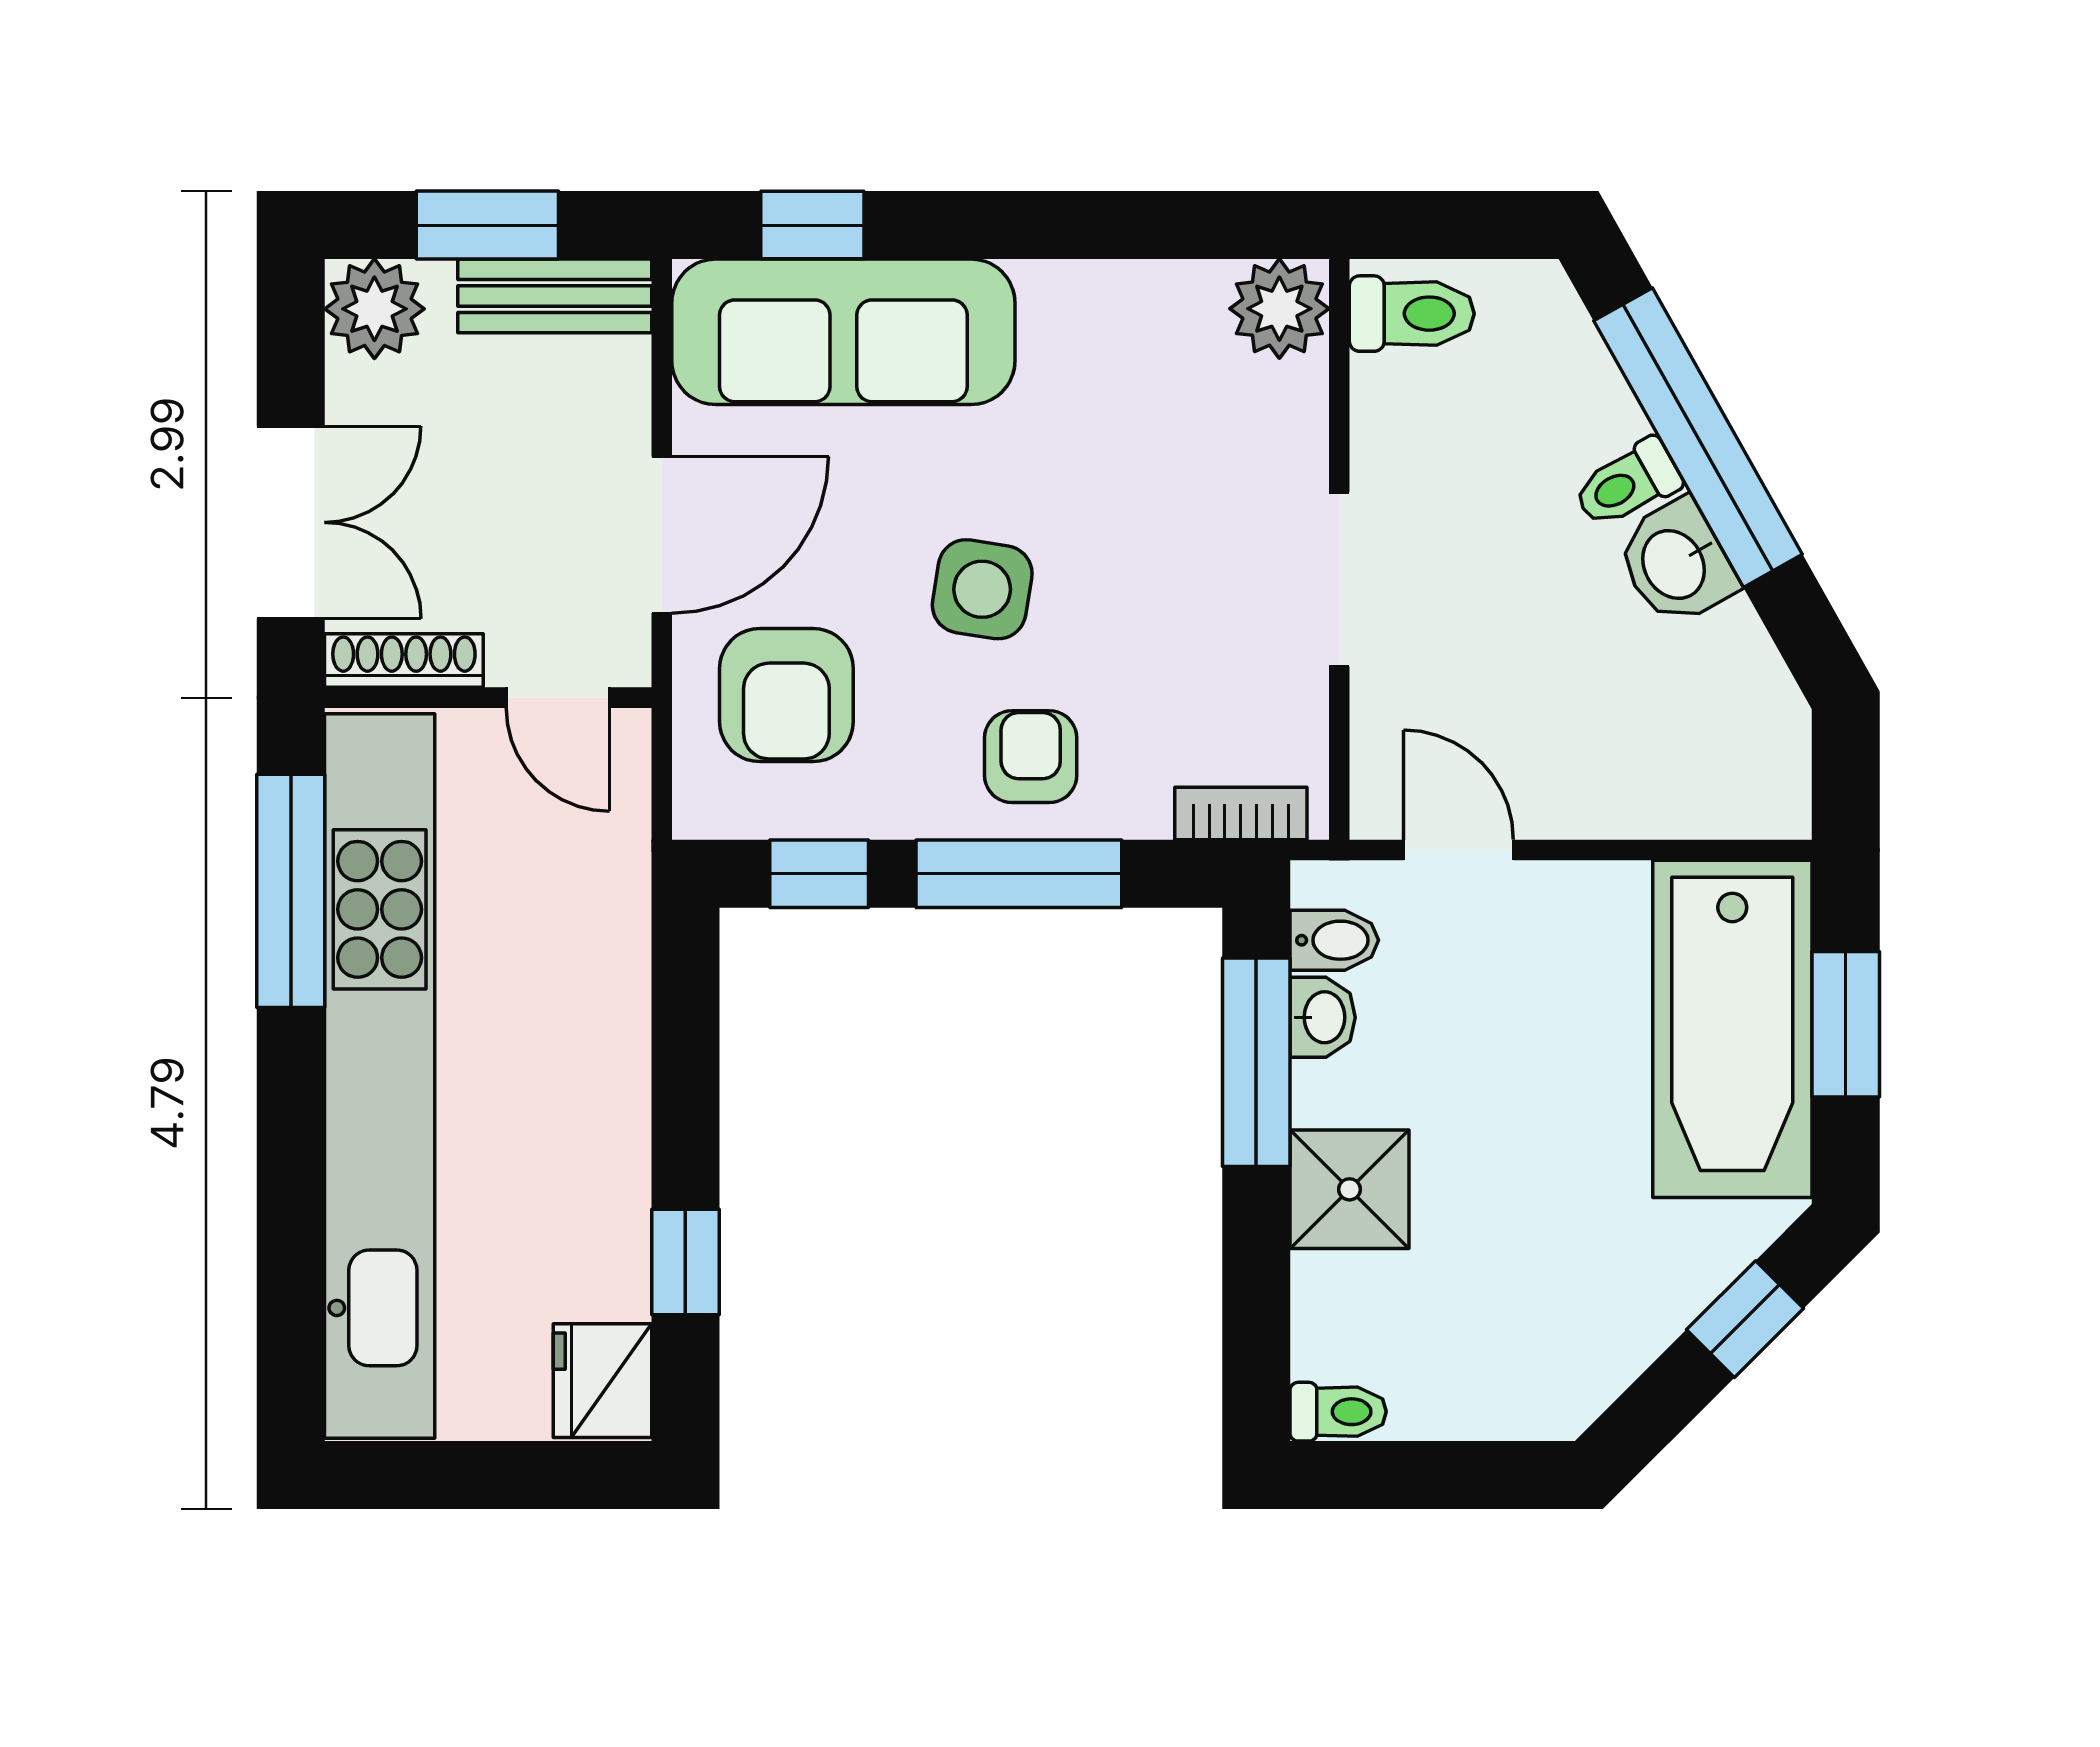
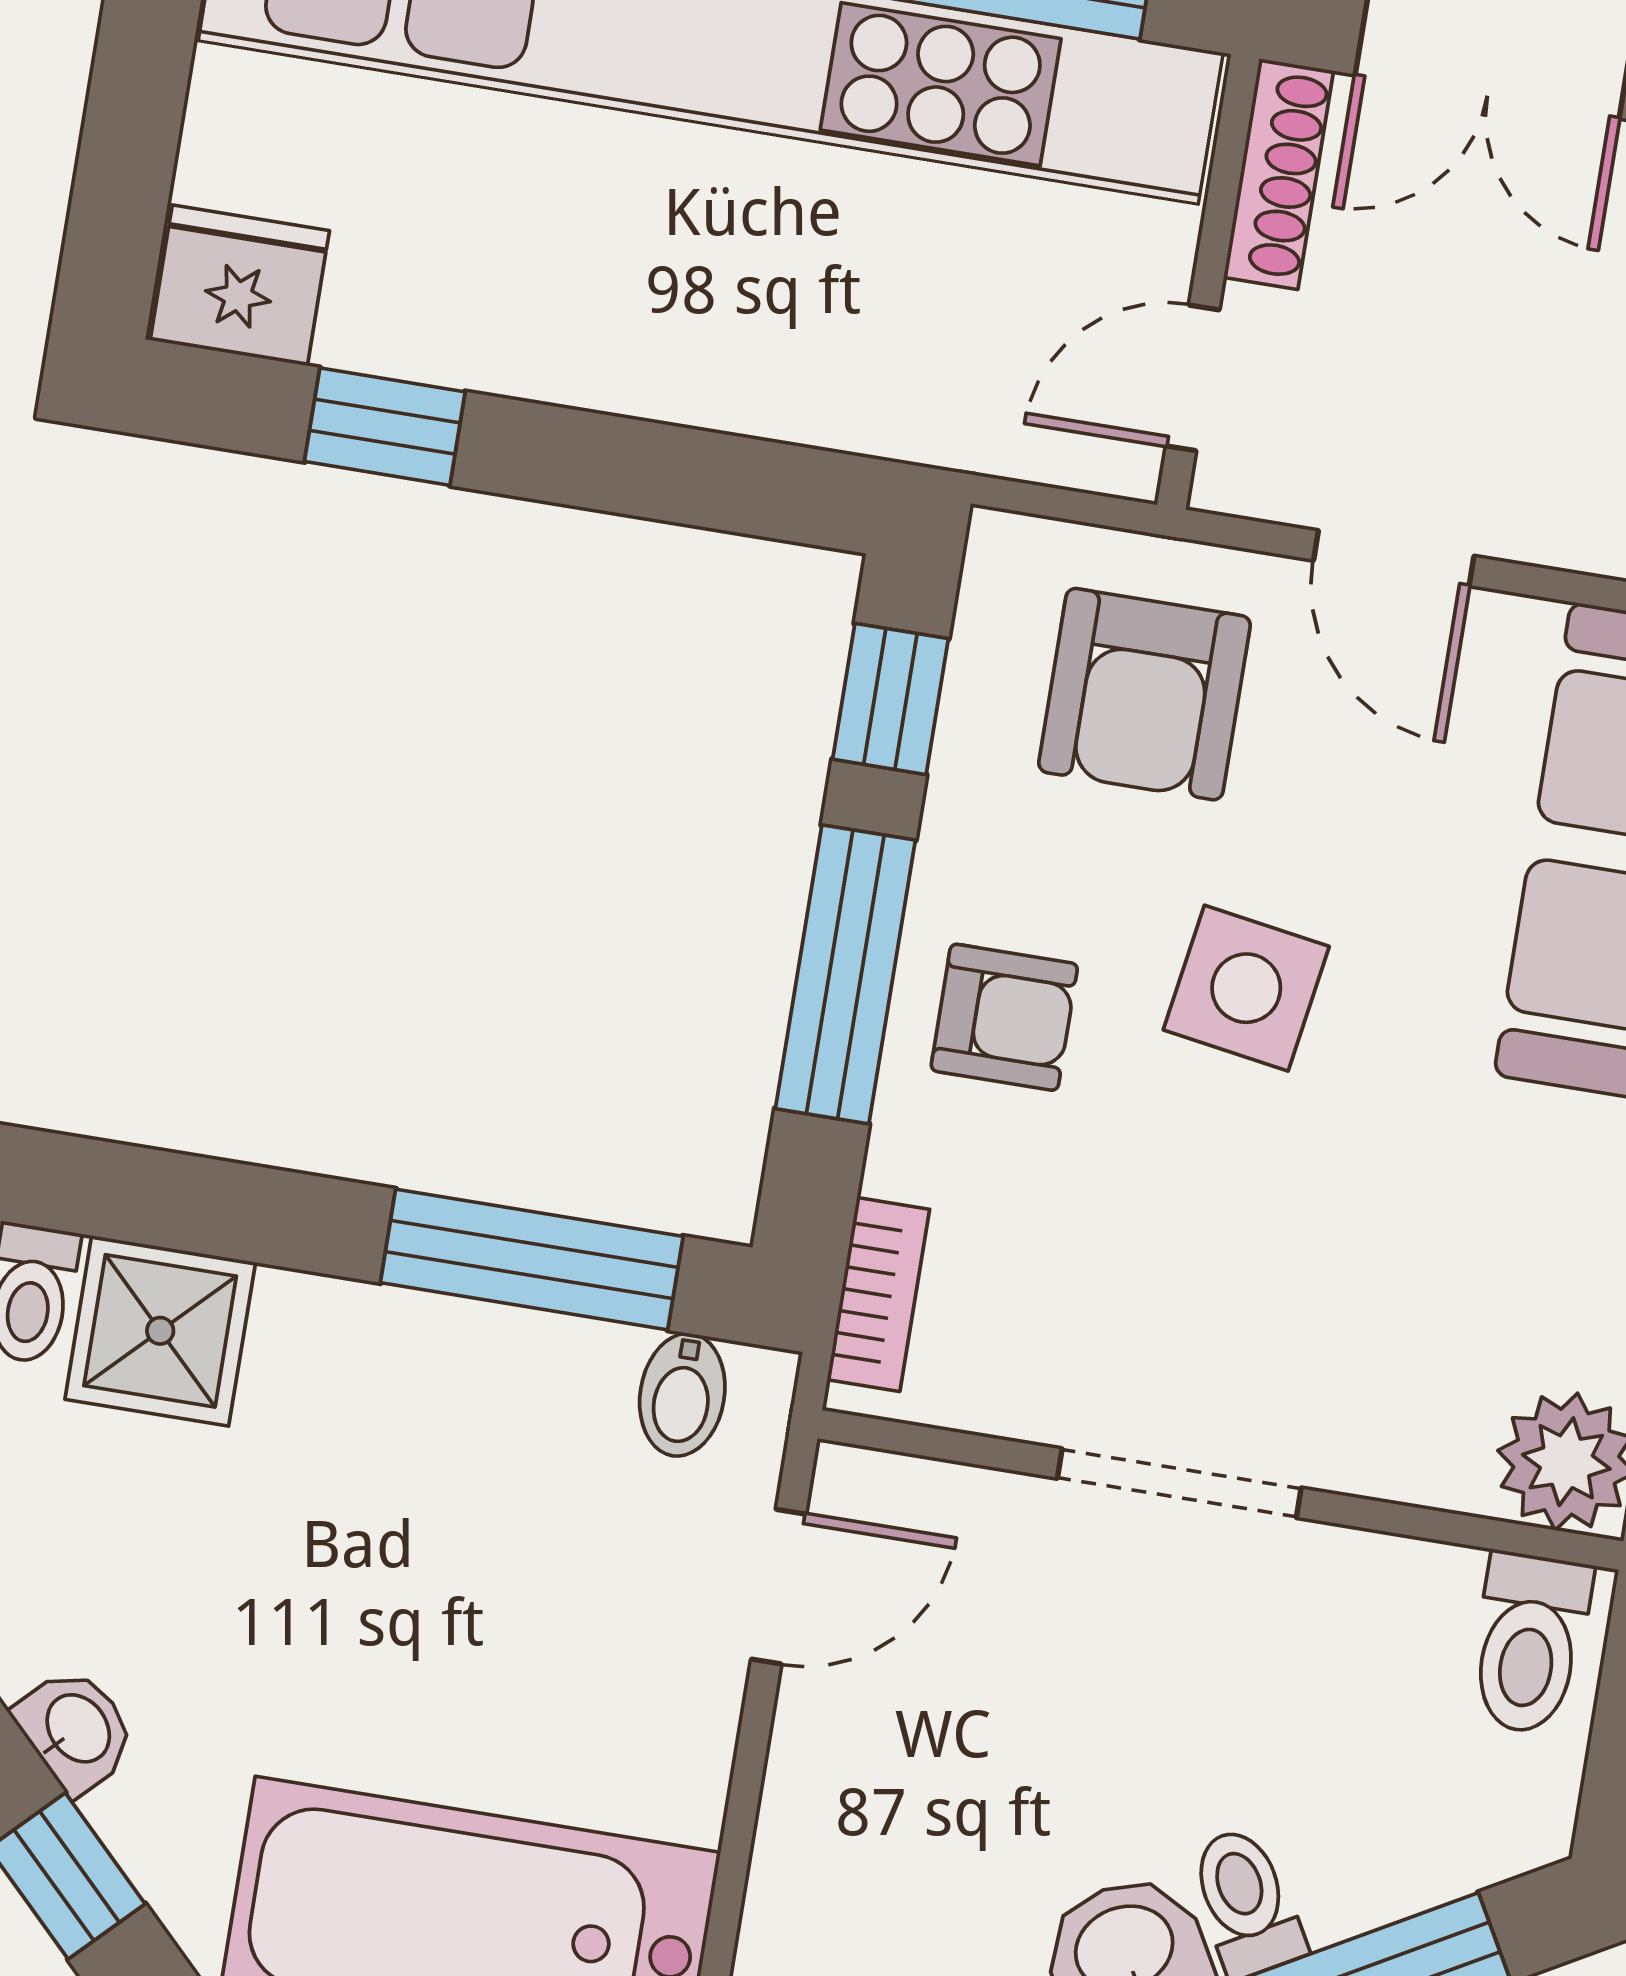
door: (662, 535) -> (1394, 558), width x0.73
armchair: (786, 695) -> (1145, 694), turned -90
washbasin: (1323, 1017) -> (76, 1730), moved, turned -135
shower: (1349, 1189) -> (160, 1331), moved

